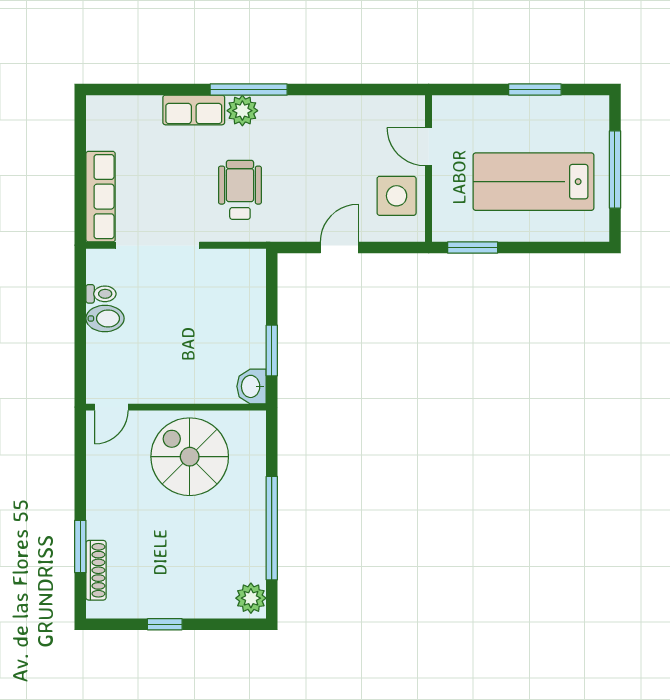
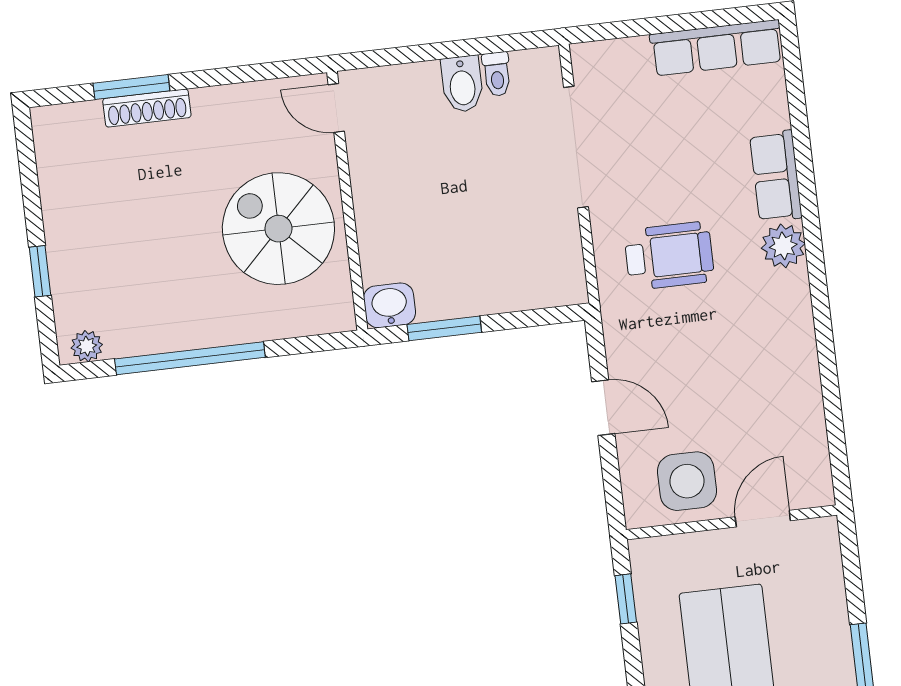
window: (249, 90) -> (814, 251), removed
row of seats: (101, 197) -> (716, 48), moved
window: (473, 248) -> (626, 599), width x0.67
spiral stairs: (190, 457) -> (278, 229), turned -90
shoe rack: (96, 570) -> (147, 108), moved
plant: (251, 598) -> (87, 346), width x0.73, depth x0.73
window: (165, 624) -> (40, 271), moved

